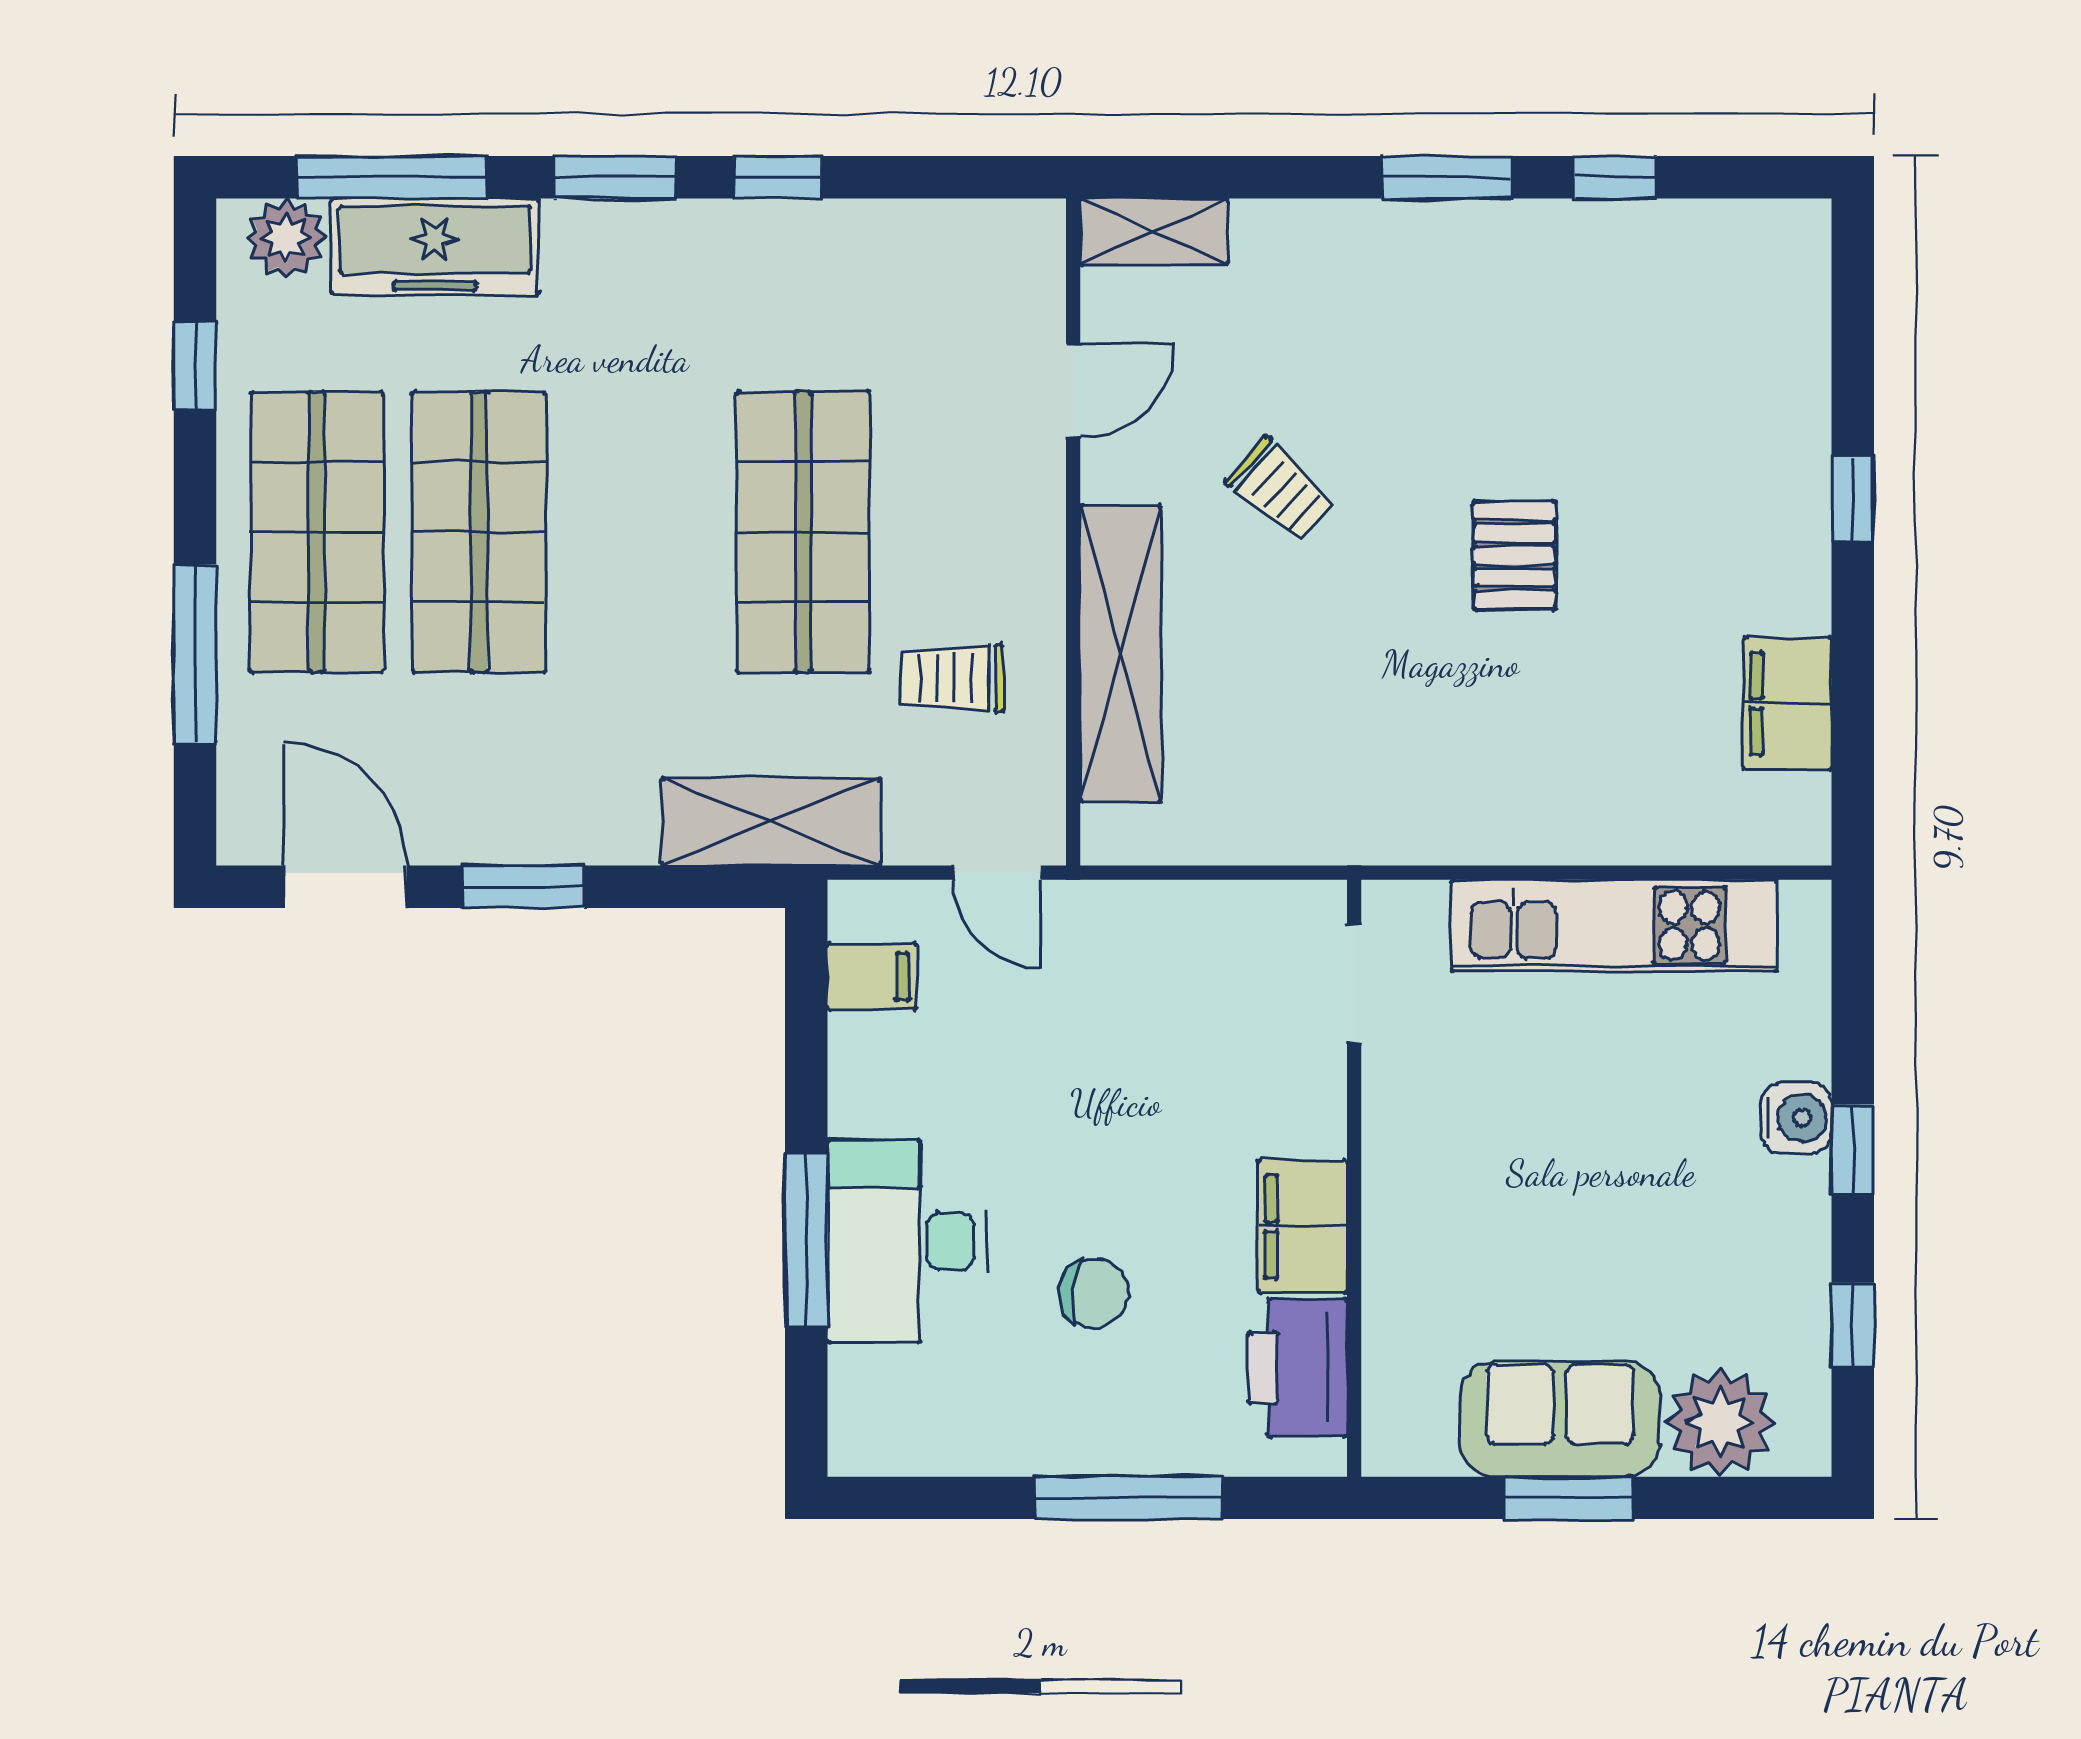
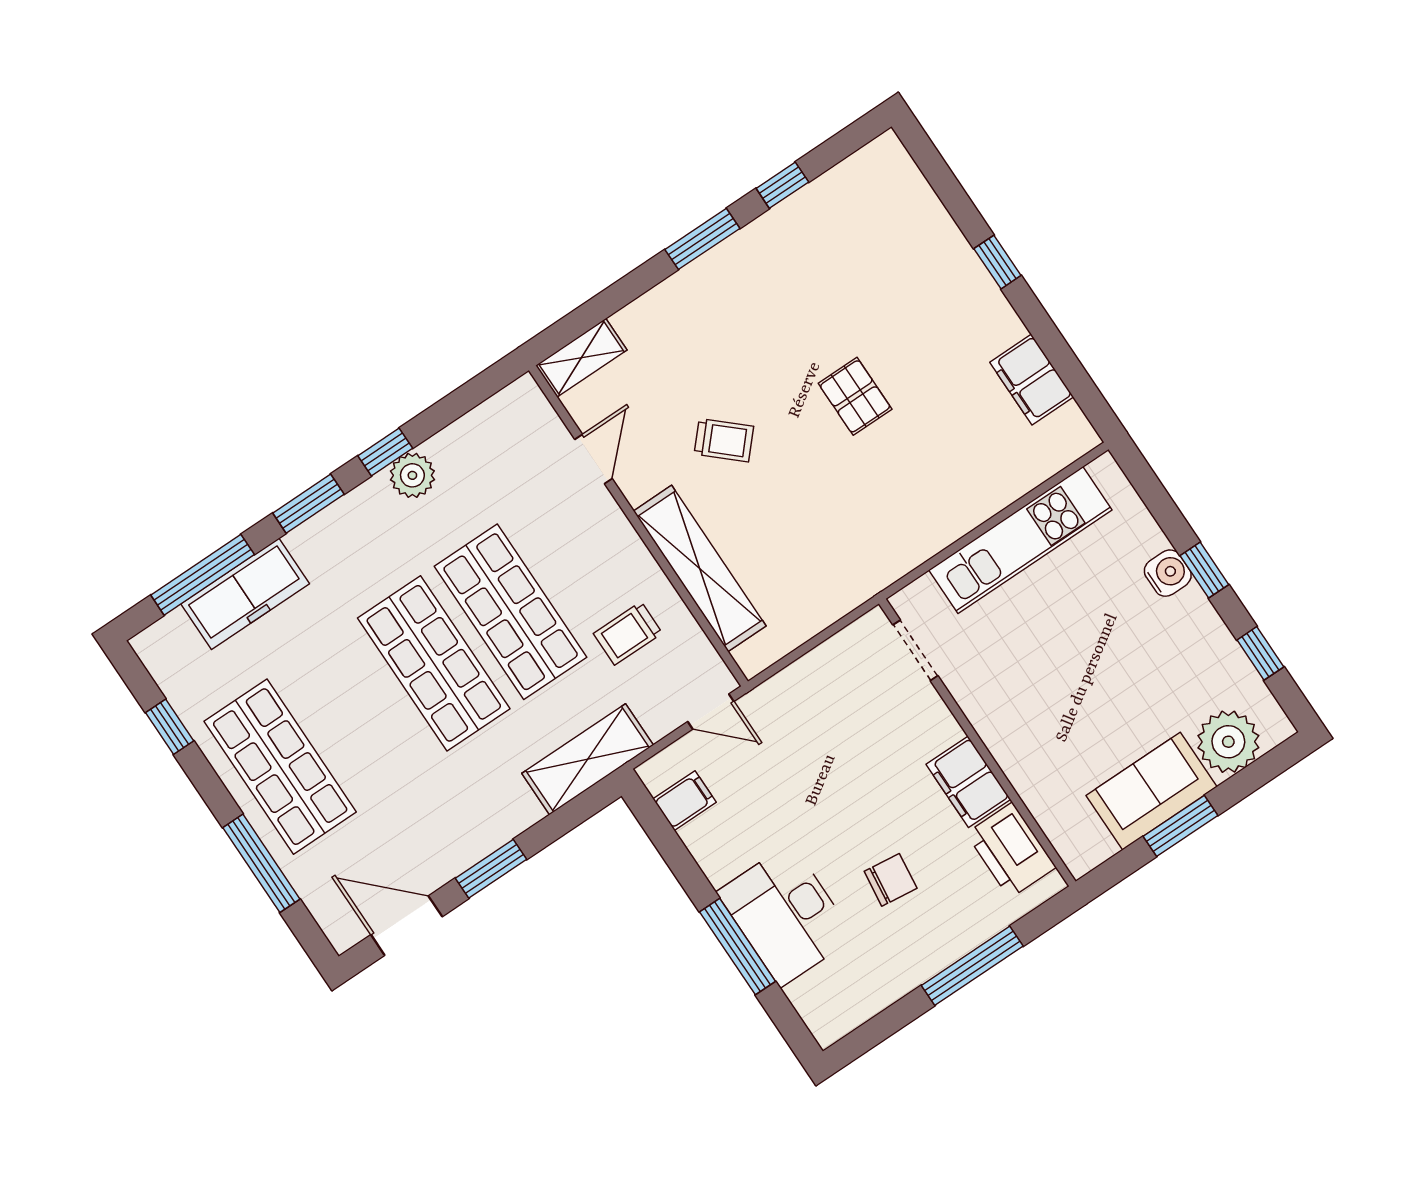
plant: (286, 238) -> (412, 475), moved
shop shelf: (479, 532) -> (434, 663), moved

